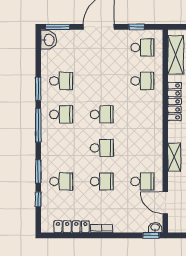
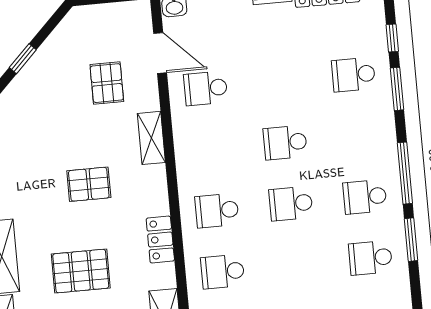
locker: (175, 101) -> (160, 240), width x0.66
school desk: (102, 181) -> (217, 210), moved

